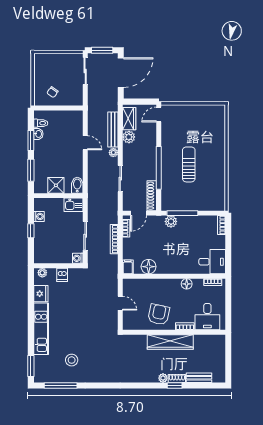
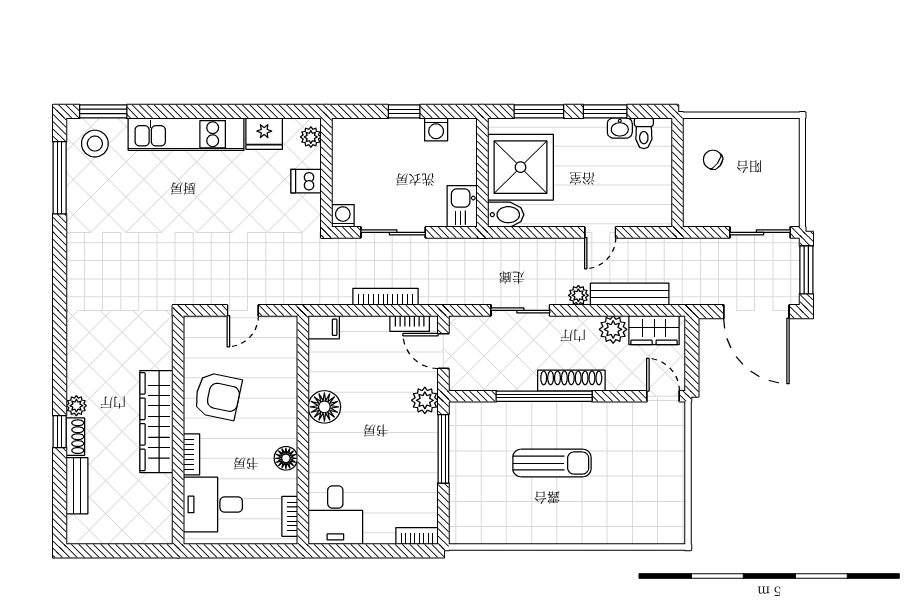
shower: (56, 185) -> (521, 167), width x1.86, depth x1.86
shoe rack: (152, 196) -> (571, 381), moved
plant: (171, 221) -> (425, 400), moved
floor lamp: (149, 267) -> (324, 407), moved
stool: (72, 360) -> (95, 144), moved

